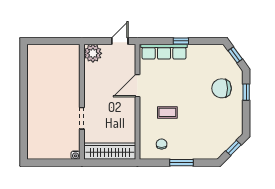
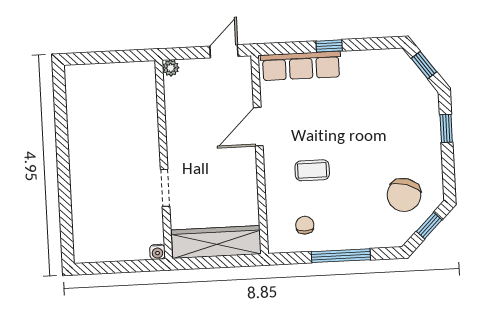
plant: (93, 53) -> (171, 68), width x0.53, depth x0.53
chair: (222, 88) -> (404, 195), moved, turned -73
window: (182, 163) -> (341, 256), width x1.44

